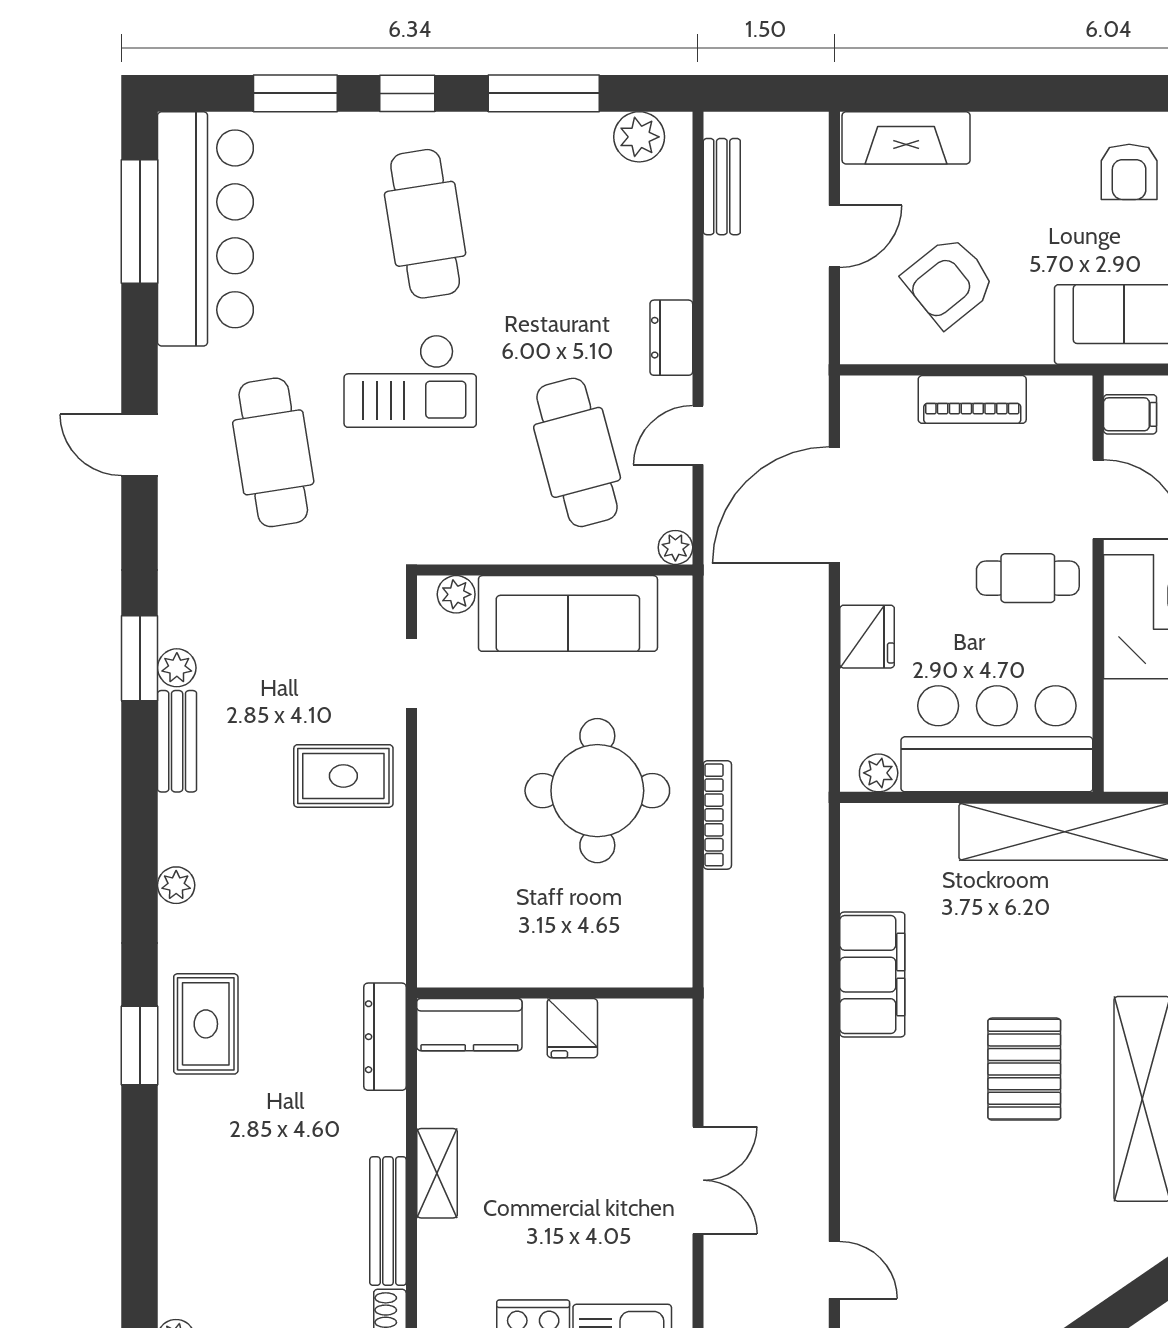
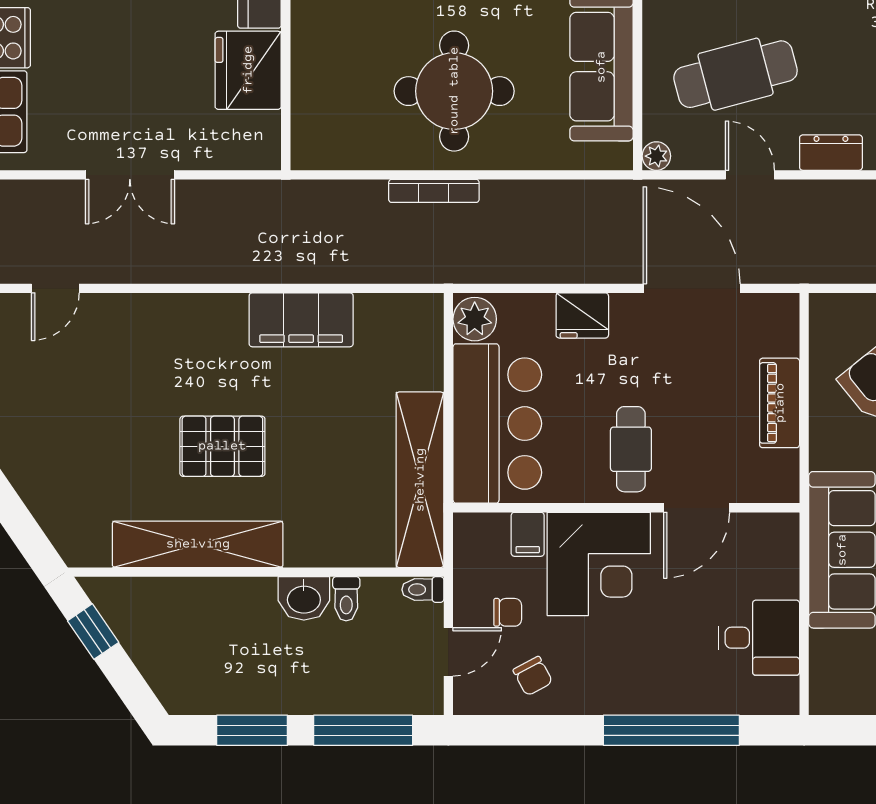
filing cabinet: (1130, 414) -> (528, 534), moved
plant: (879, 773) -> (475, 319), width x1.38, depth x1.38
fridge: (572, 1028) -> (248, 70), width x1.88, depth x1.34

